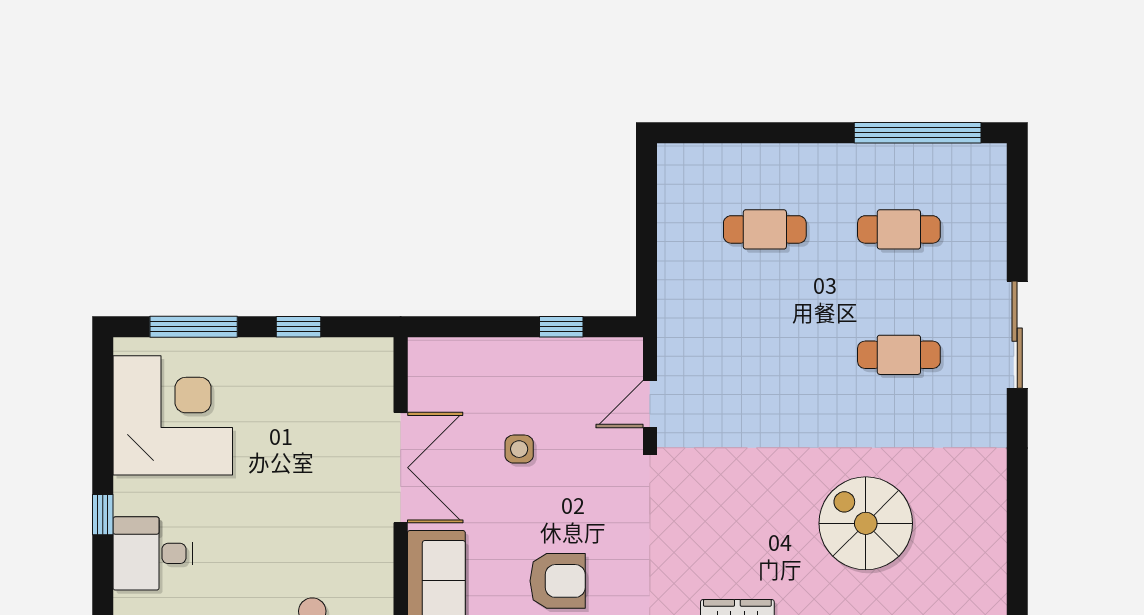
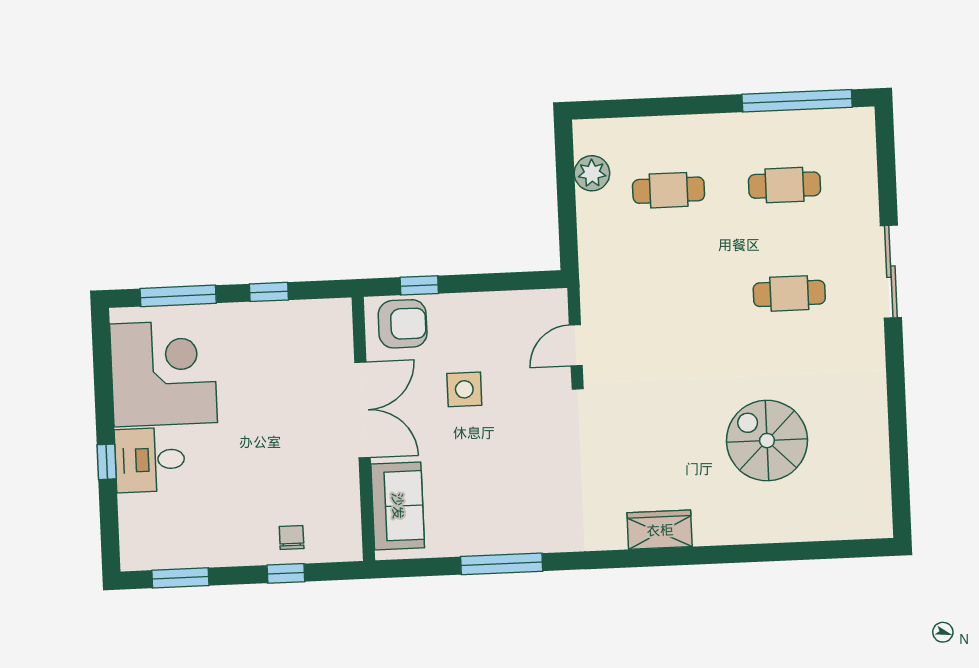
plant: (677, 206) -> (592, 173), added
window: (561, 327) -> (419, 285), moved
side table: (519, 449) -> (464, 389), width x1.37, depth x1.37
desk: (153, 553) -> (150, 460), moved
armchair: (558, 581) -> (403, 324), moved

